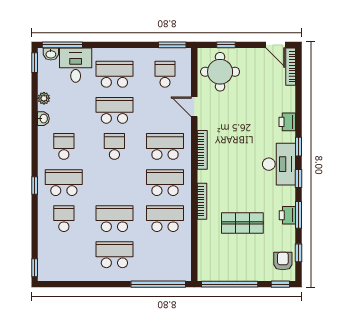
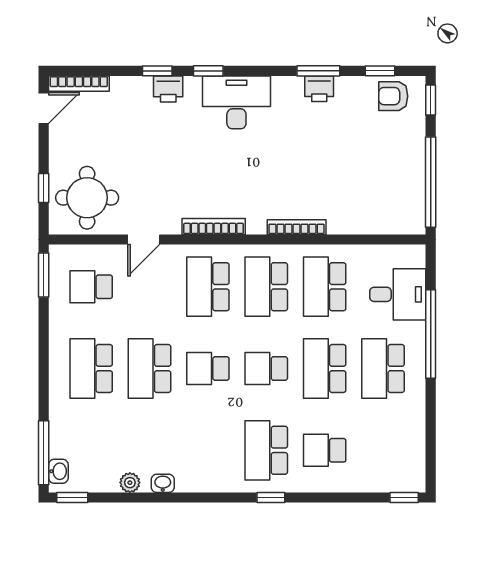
desk: (76, 65) -> (398, 294), moved, turned 180
school desk: (64, 146) -> (266, 369), moved
window: (299, 179) -> (157, 71), moved
shop shelf: (242, 223) -> (332, 161), removed
window: (158, 284) -> (431, 334), moved

